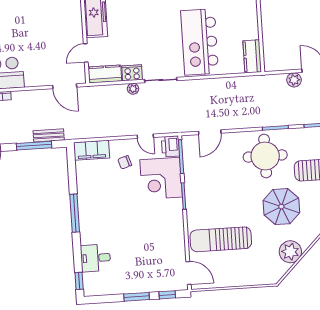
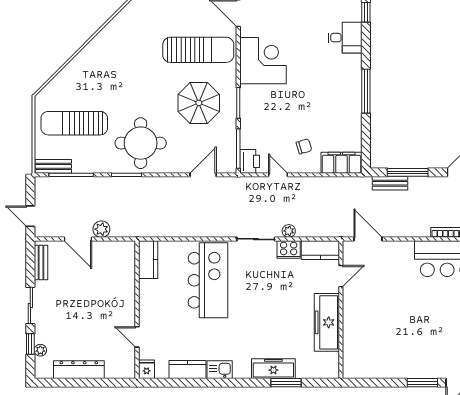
corner desk: (161, 178) -> (263, 61), moved
parasol: (281, 207) -> (199, 103), moved
plant: (290, 252) -> (119, 30), removed

